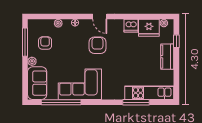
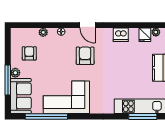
fridge: (149, 28) -> (145, 35), width x0.53, depth x0.75
window: (25, 42) -> (8, 80), moved
window: (136, 102) -> (143, 116), moved

